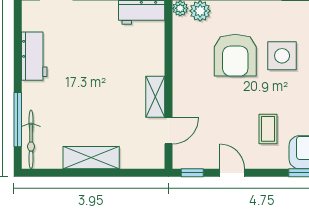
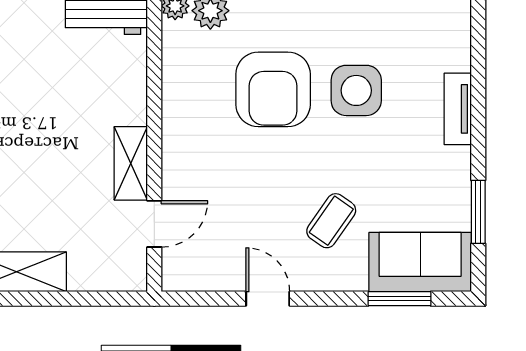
coffee table: (268, 129) -> (331, 221), turned 35
window: (192, 173) -> (196, 299), removed

